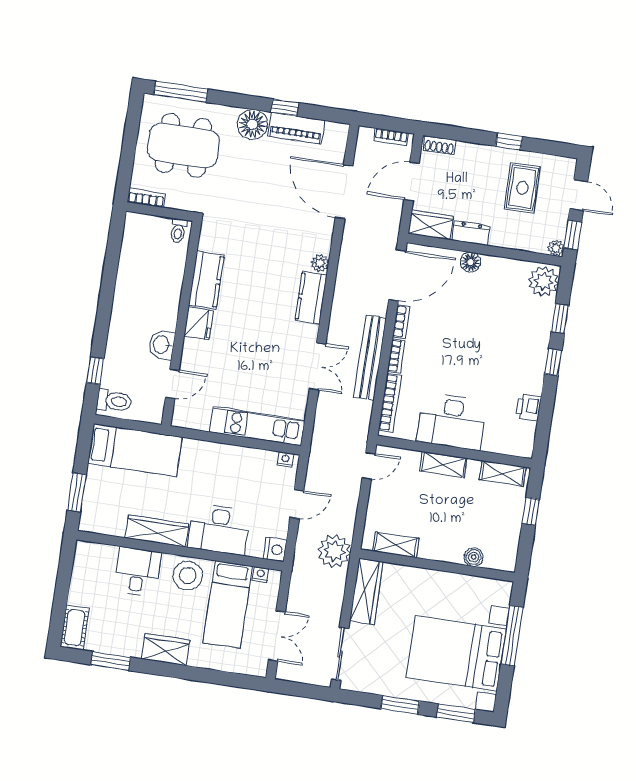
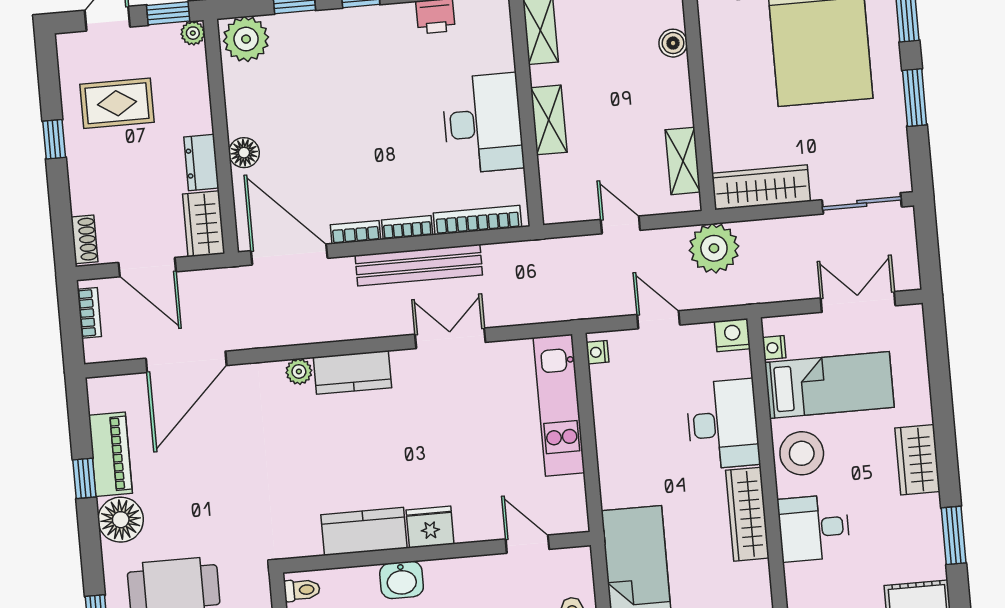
washbasin: (162, 345) -> (402, 580), moved
door: (369, 466) -> (620, 225), moved

